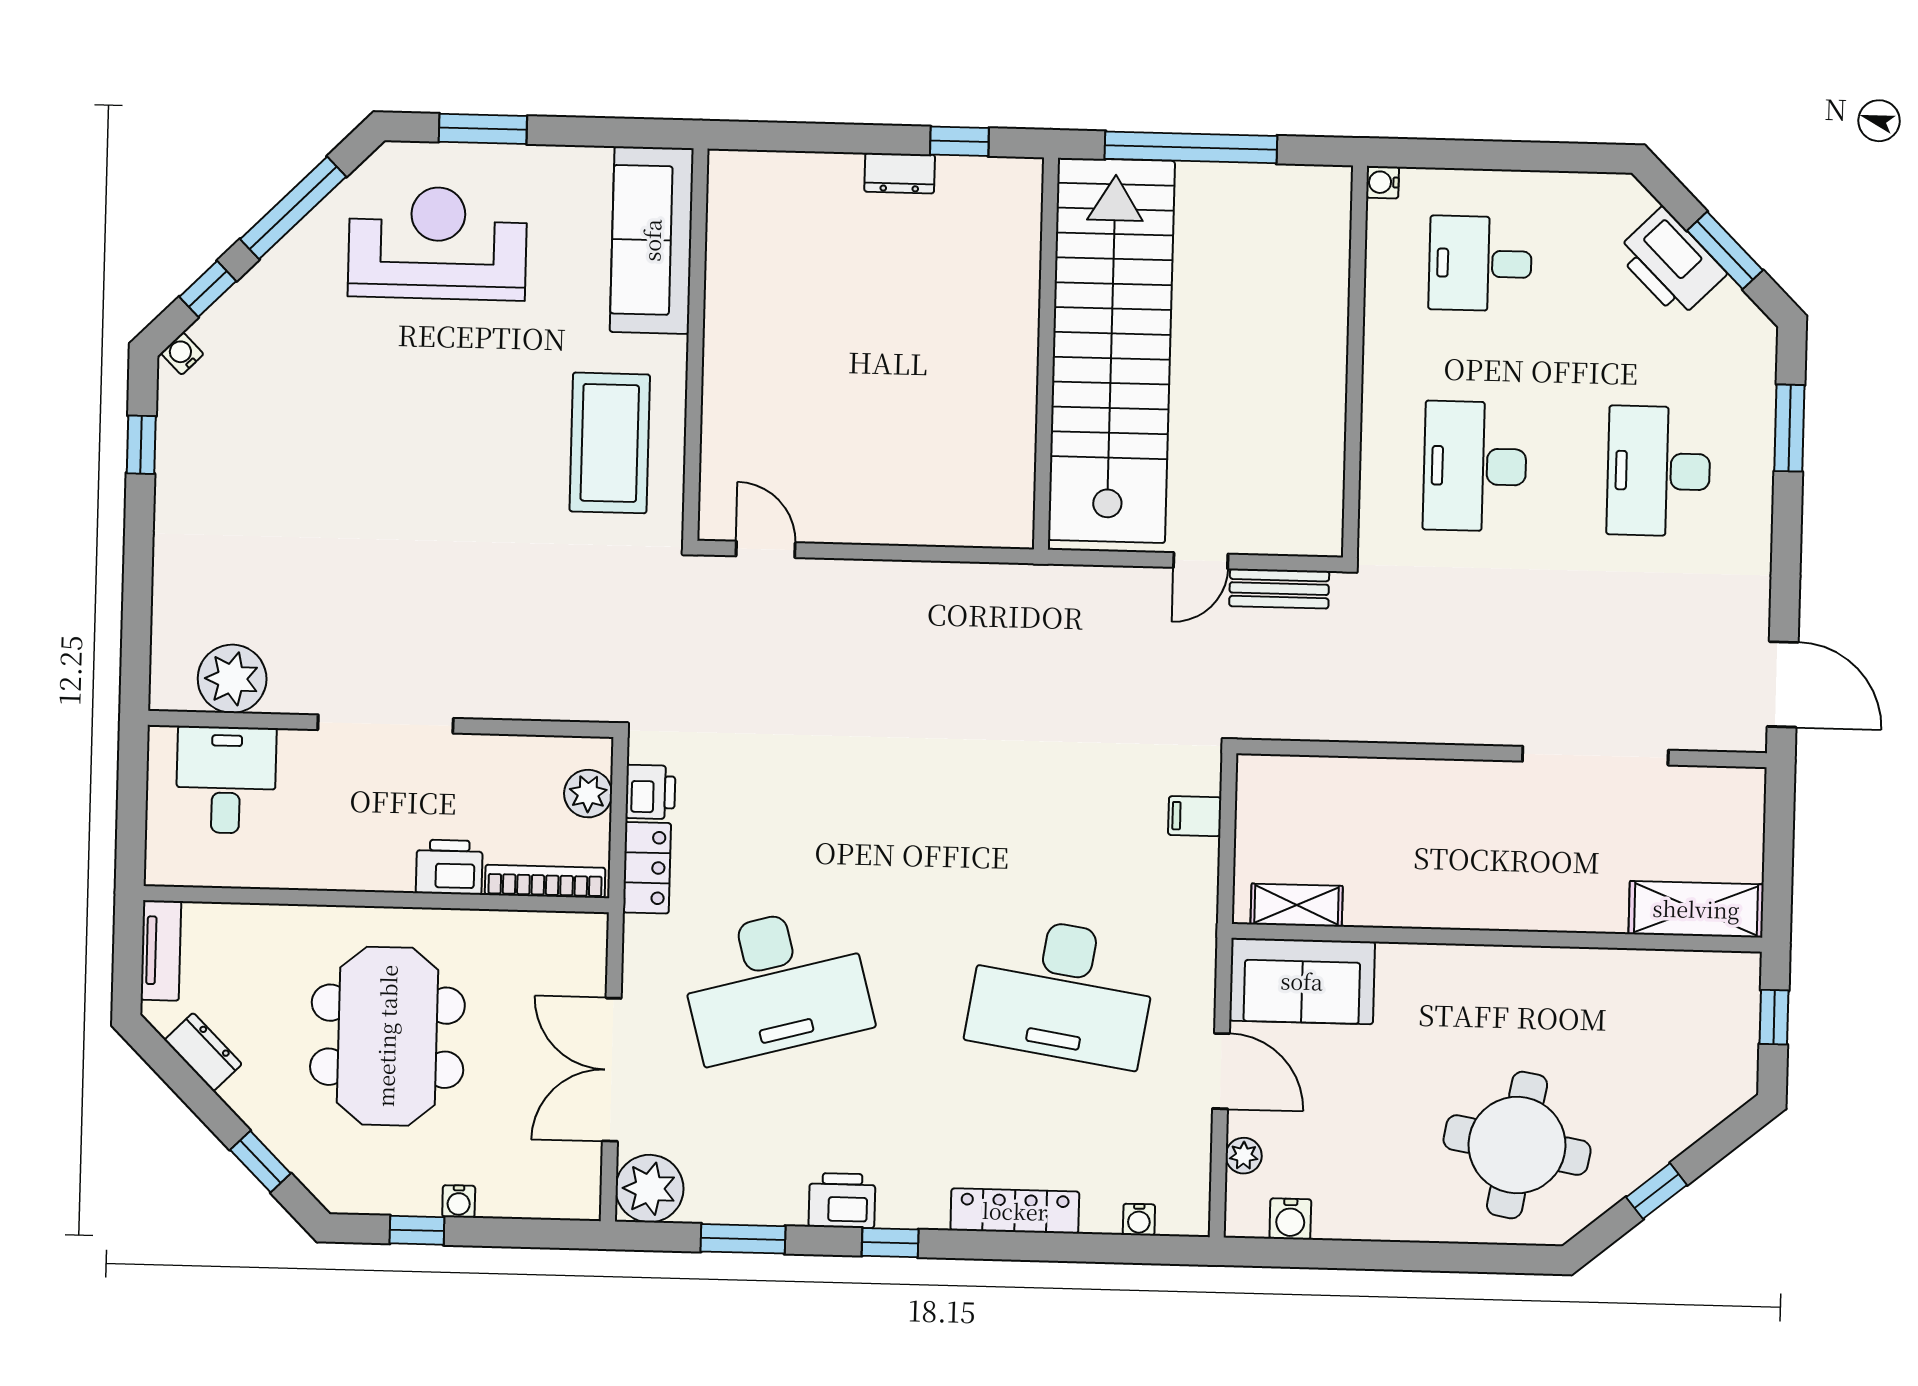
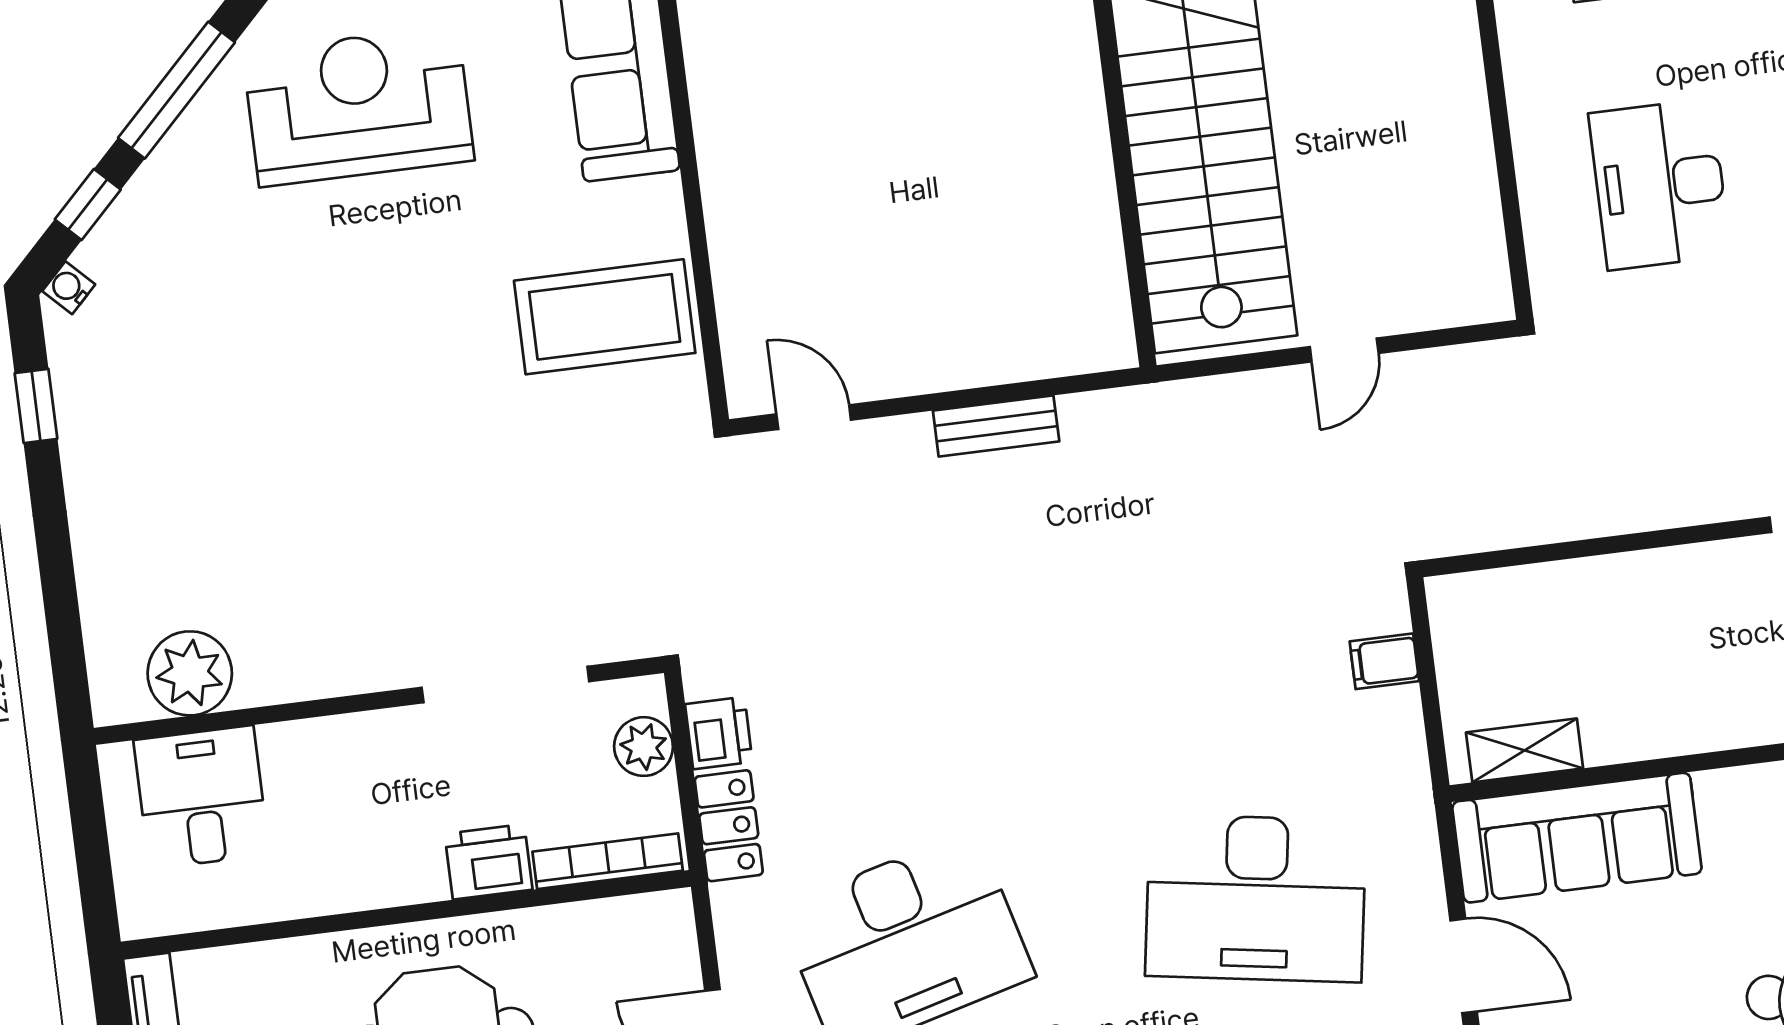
coffee table: (610, 443) -> (605, 317), turned 90
bench: (1279, 589) -> (996, 426), moved
doorway: (386, 724) -> (505, 685), moved
sofa: (1302, 981) -> (1577, 838), width x1.36

